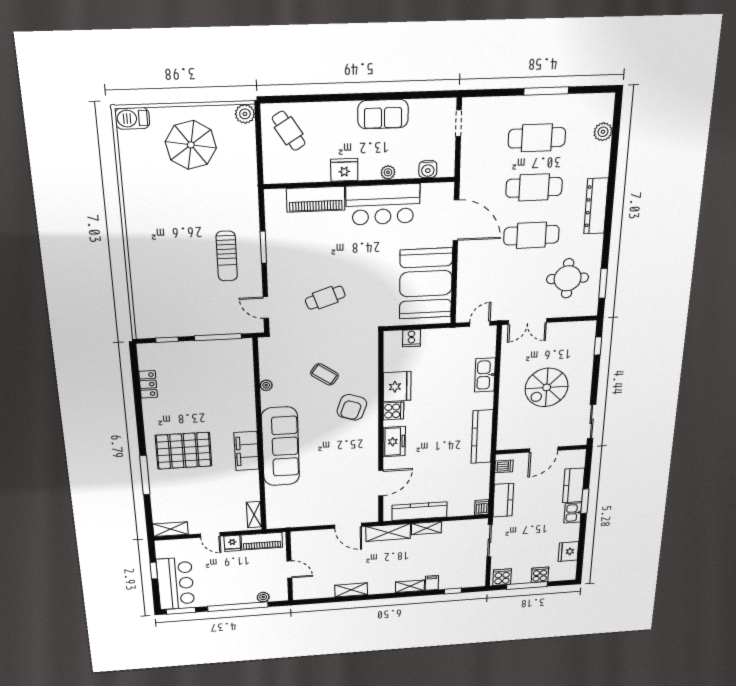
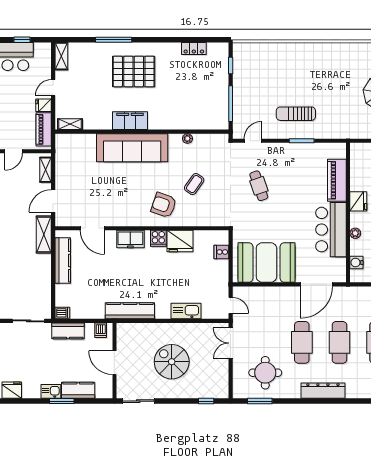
pallet: (184, 451) -> (134, 71), turned 90
shelving: (426, 528) -> (46, 170), moved

